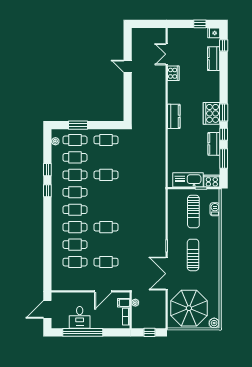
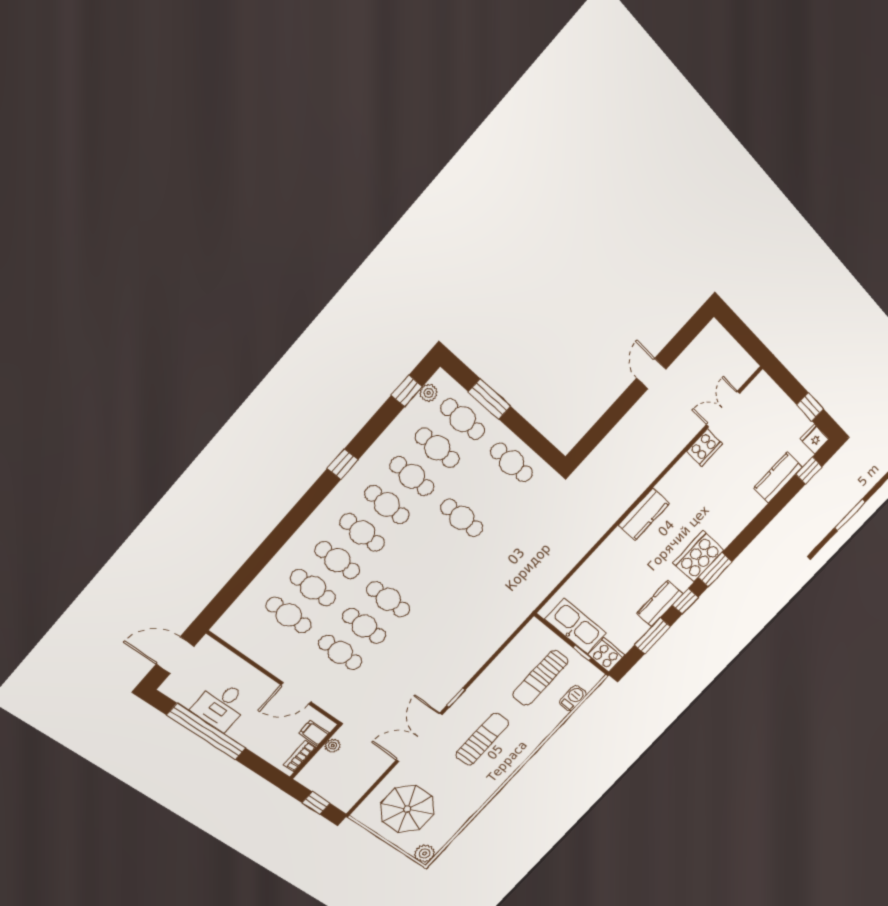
window: (47, 170) -> (407, 391), moved
cafe table: (106, 245) -> (364, 626), added
parasol: (189, 308) -> (407, 809), width x0.73, depth x0.73

